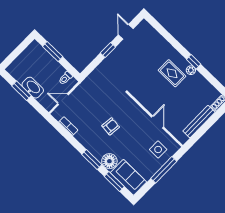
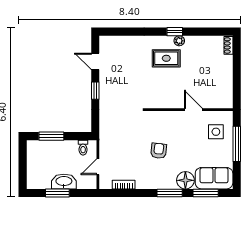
bench: (199, 122) -> (227, 76), removed

